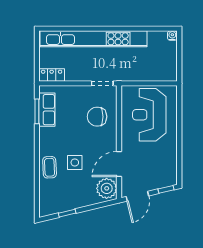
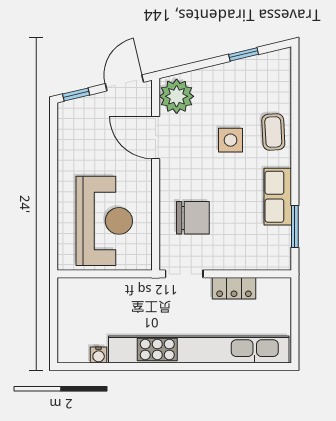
water cooler: (172, 36) -> (99, 355), moved
locker: (52, 75) -> (234, 288), moved
row of seats: (47, 110) -> (278, 197), moved
door: (119, 164) -> (156, 138), swing flipped

